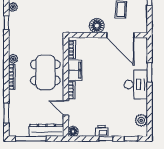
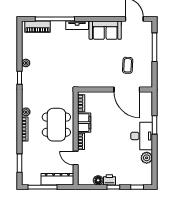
floor lamp: (97, 26) -> (105, 81), removed
plant: (141, 120) -> (147, 158), moved
floor lamp: (73, 131) -> (98, 180), moved

